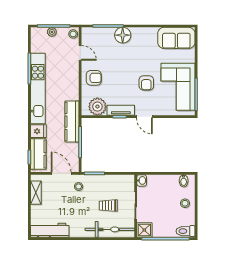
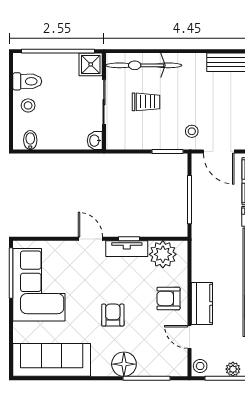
sofa: (176, 38) -> (52, 360), width x1.36
armchair: (146, 83) -> (113, 315), moved
kitchen counter: (72, 122) -> (202, 303), moved, width x0.67
toilet: (186, 231) -> (27, 81), moved

